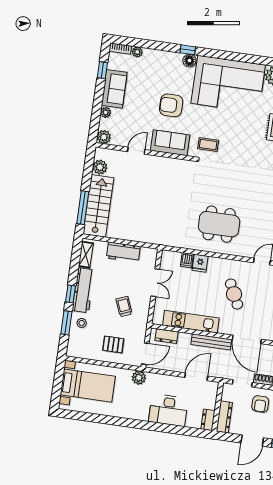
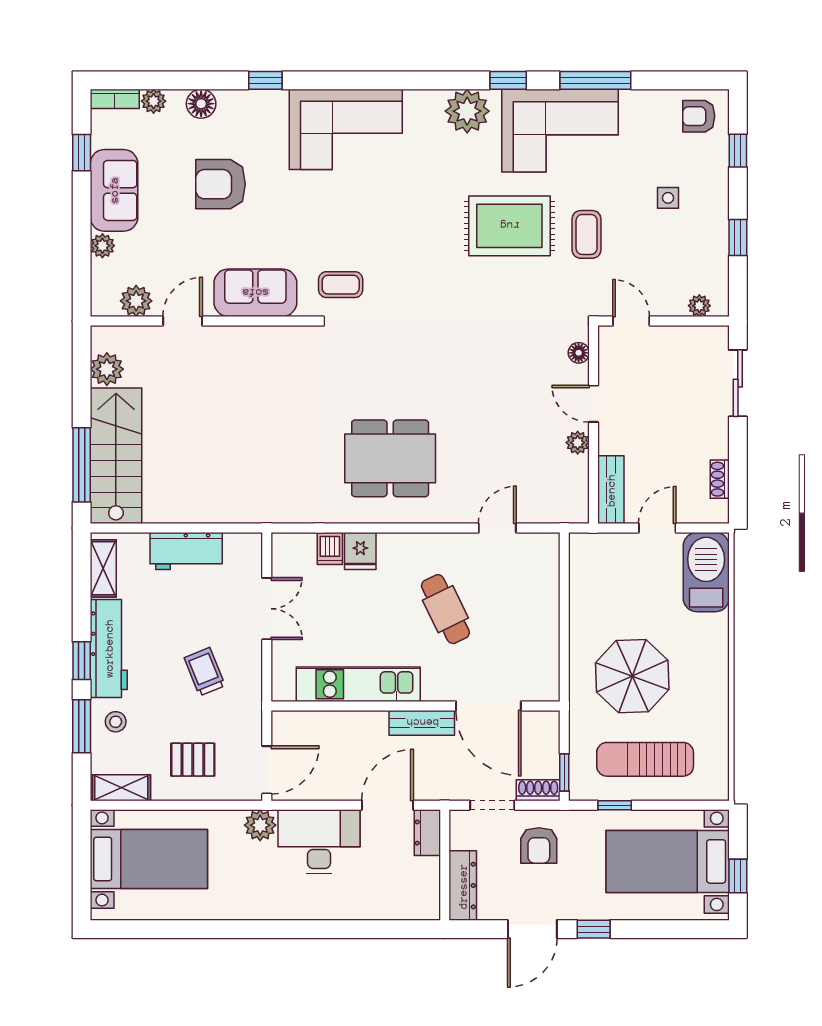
floor lamp: (189, 61) -> (201, 104), moved
corner sofa: (228, 84) -> (346, 129), width x0.73, depth x0.74
armchair: (171, 105) -> (221, 184), moved
plant: (104, 137) -> (136, 301), moved
dresser: (167, 336) -> (309, 724), removed
bench: (211, 342) -> (422, 723), width x0.73
shelving: (80, 352) -> (121, 788), added
desk: (168, 410) -> (319, 842), moved, turned 180
dresser: (208, 420) -> (427, 833), moved

